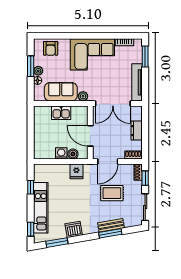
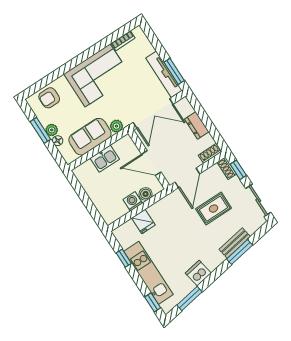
armchair: (51, 48) -> (49, 98), turned 90
window: (145, 56) -> (174, 71), moved
fridge: (76, 171) -> (143, 222), moved

